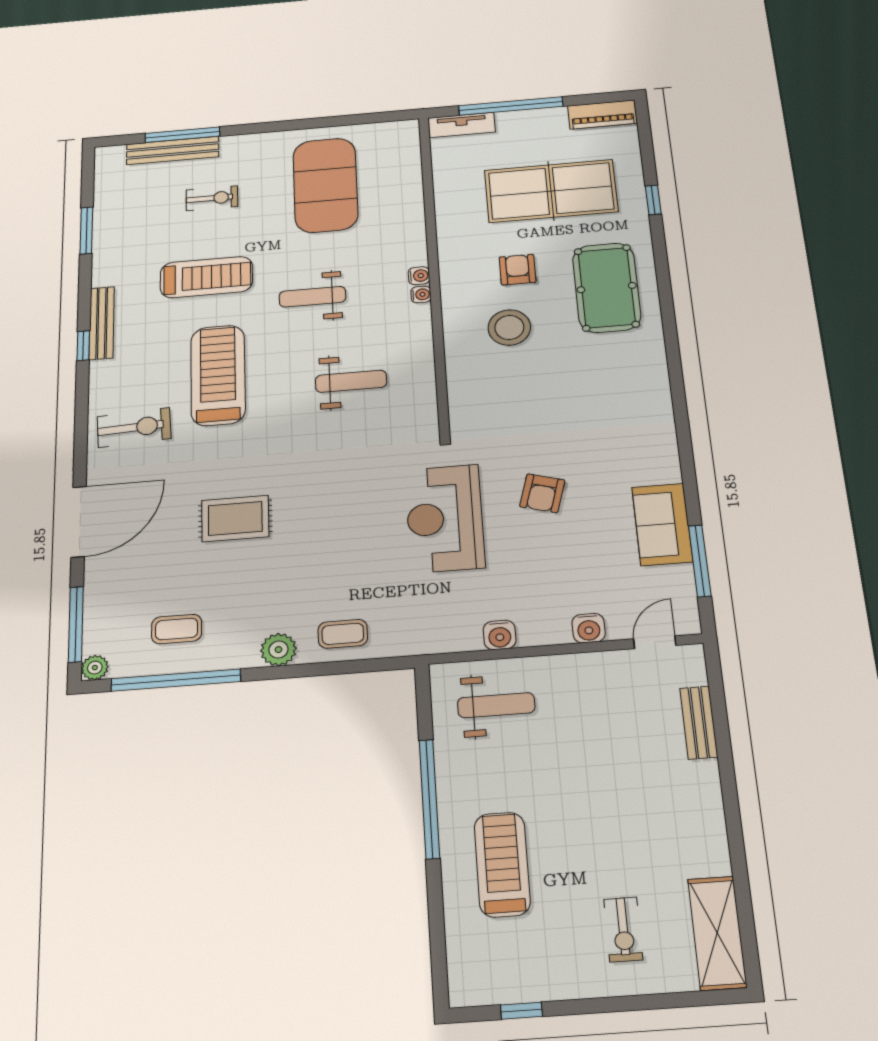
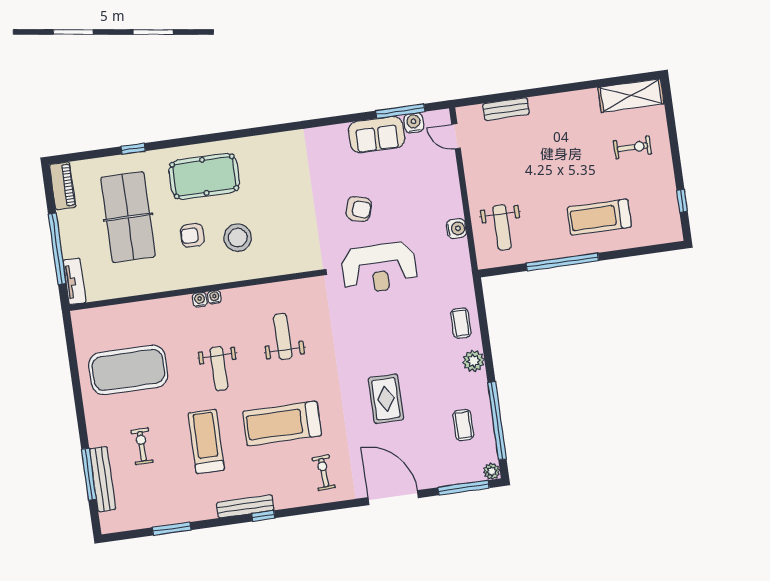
exercise bike: (134, 428) -> (324, 473), width x0.73, depth x0.72
water cooler: (589, 628) -> (414, 123), moved, turned -90
weight bench: (496, 705) -> (502, 227), turned 180

